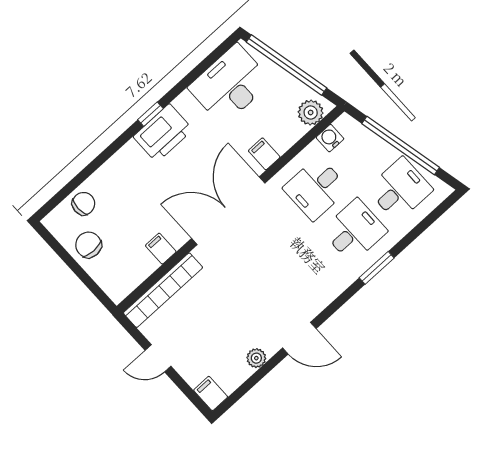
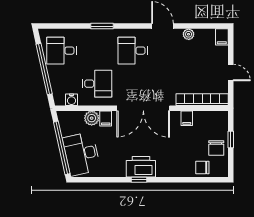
desk: (230, 85) -> (82, 154), moved, turned 77
plant: (311, 113) -> (92, 118), moved
desk: (354, 231) -> (133, 51), moved
window: (80, 273) -> (231, 139), added

